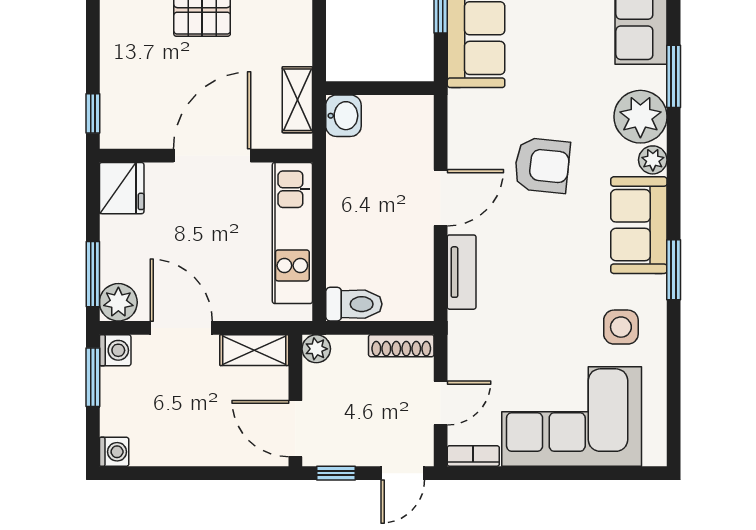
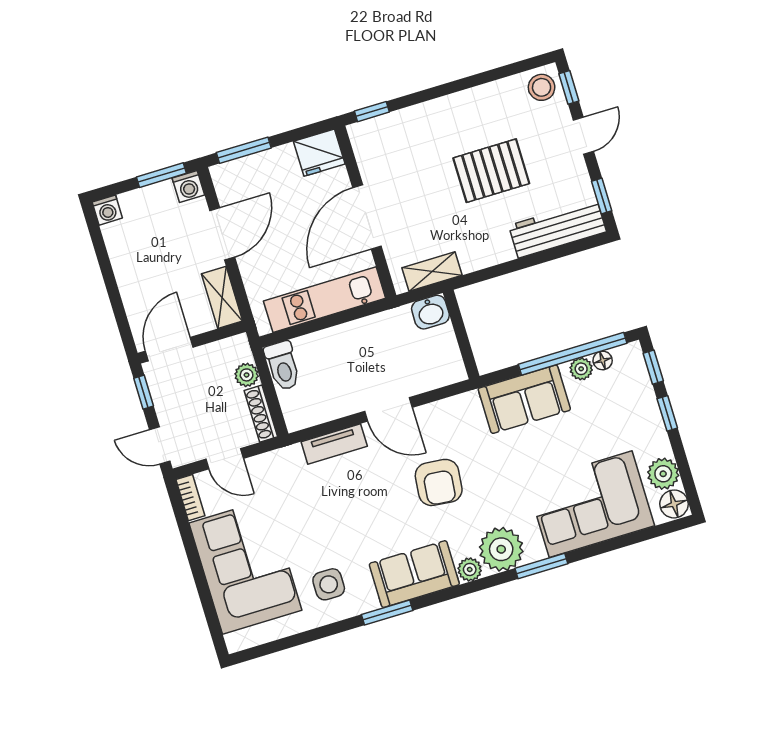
door: (212, 156) -> (367, 217), swing flipped
plant: (118, 302) -> (227, 177), removed
plant: (316, 349) -> (247, 375), moved

